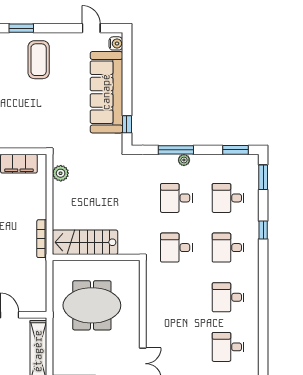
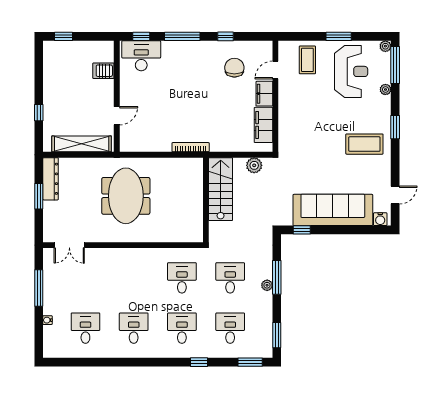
stairs: (85, 242) -> (221, 189), moved
wall: (96, 257) -> (206, 200), moved

